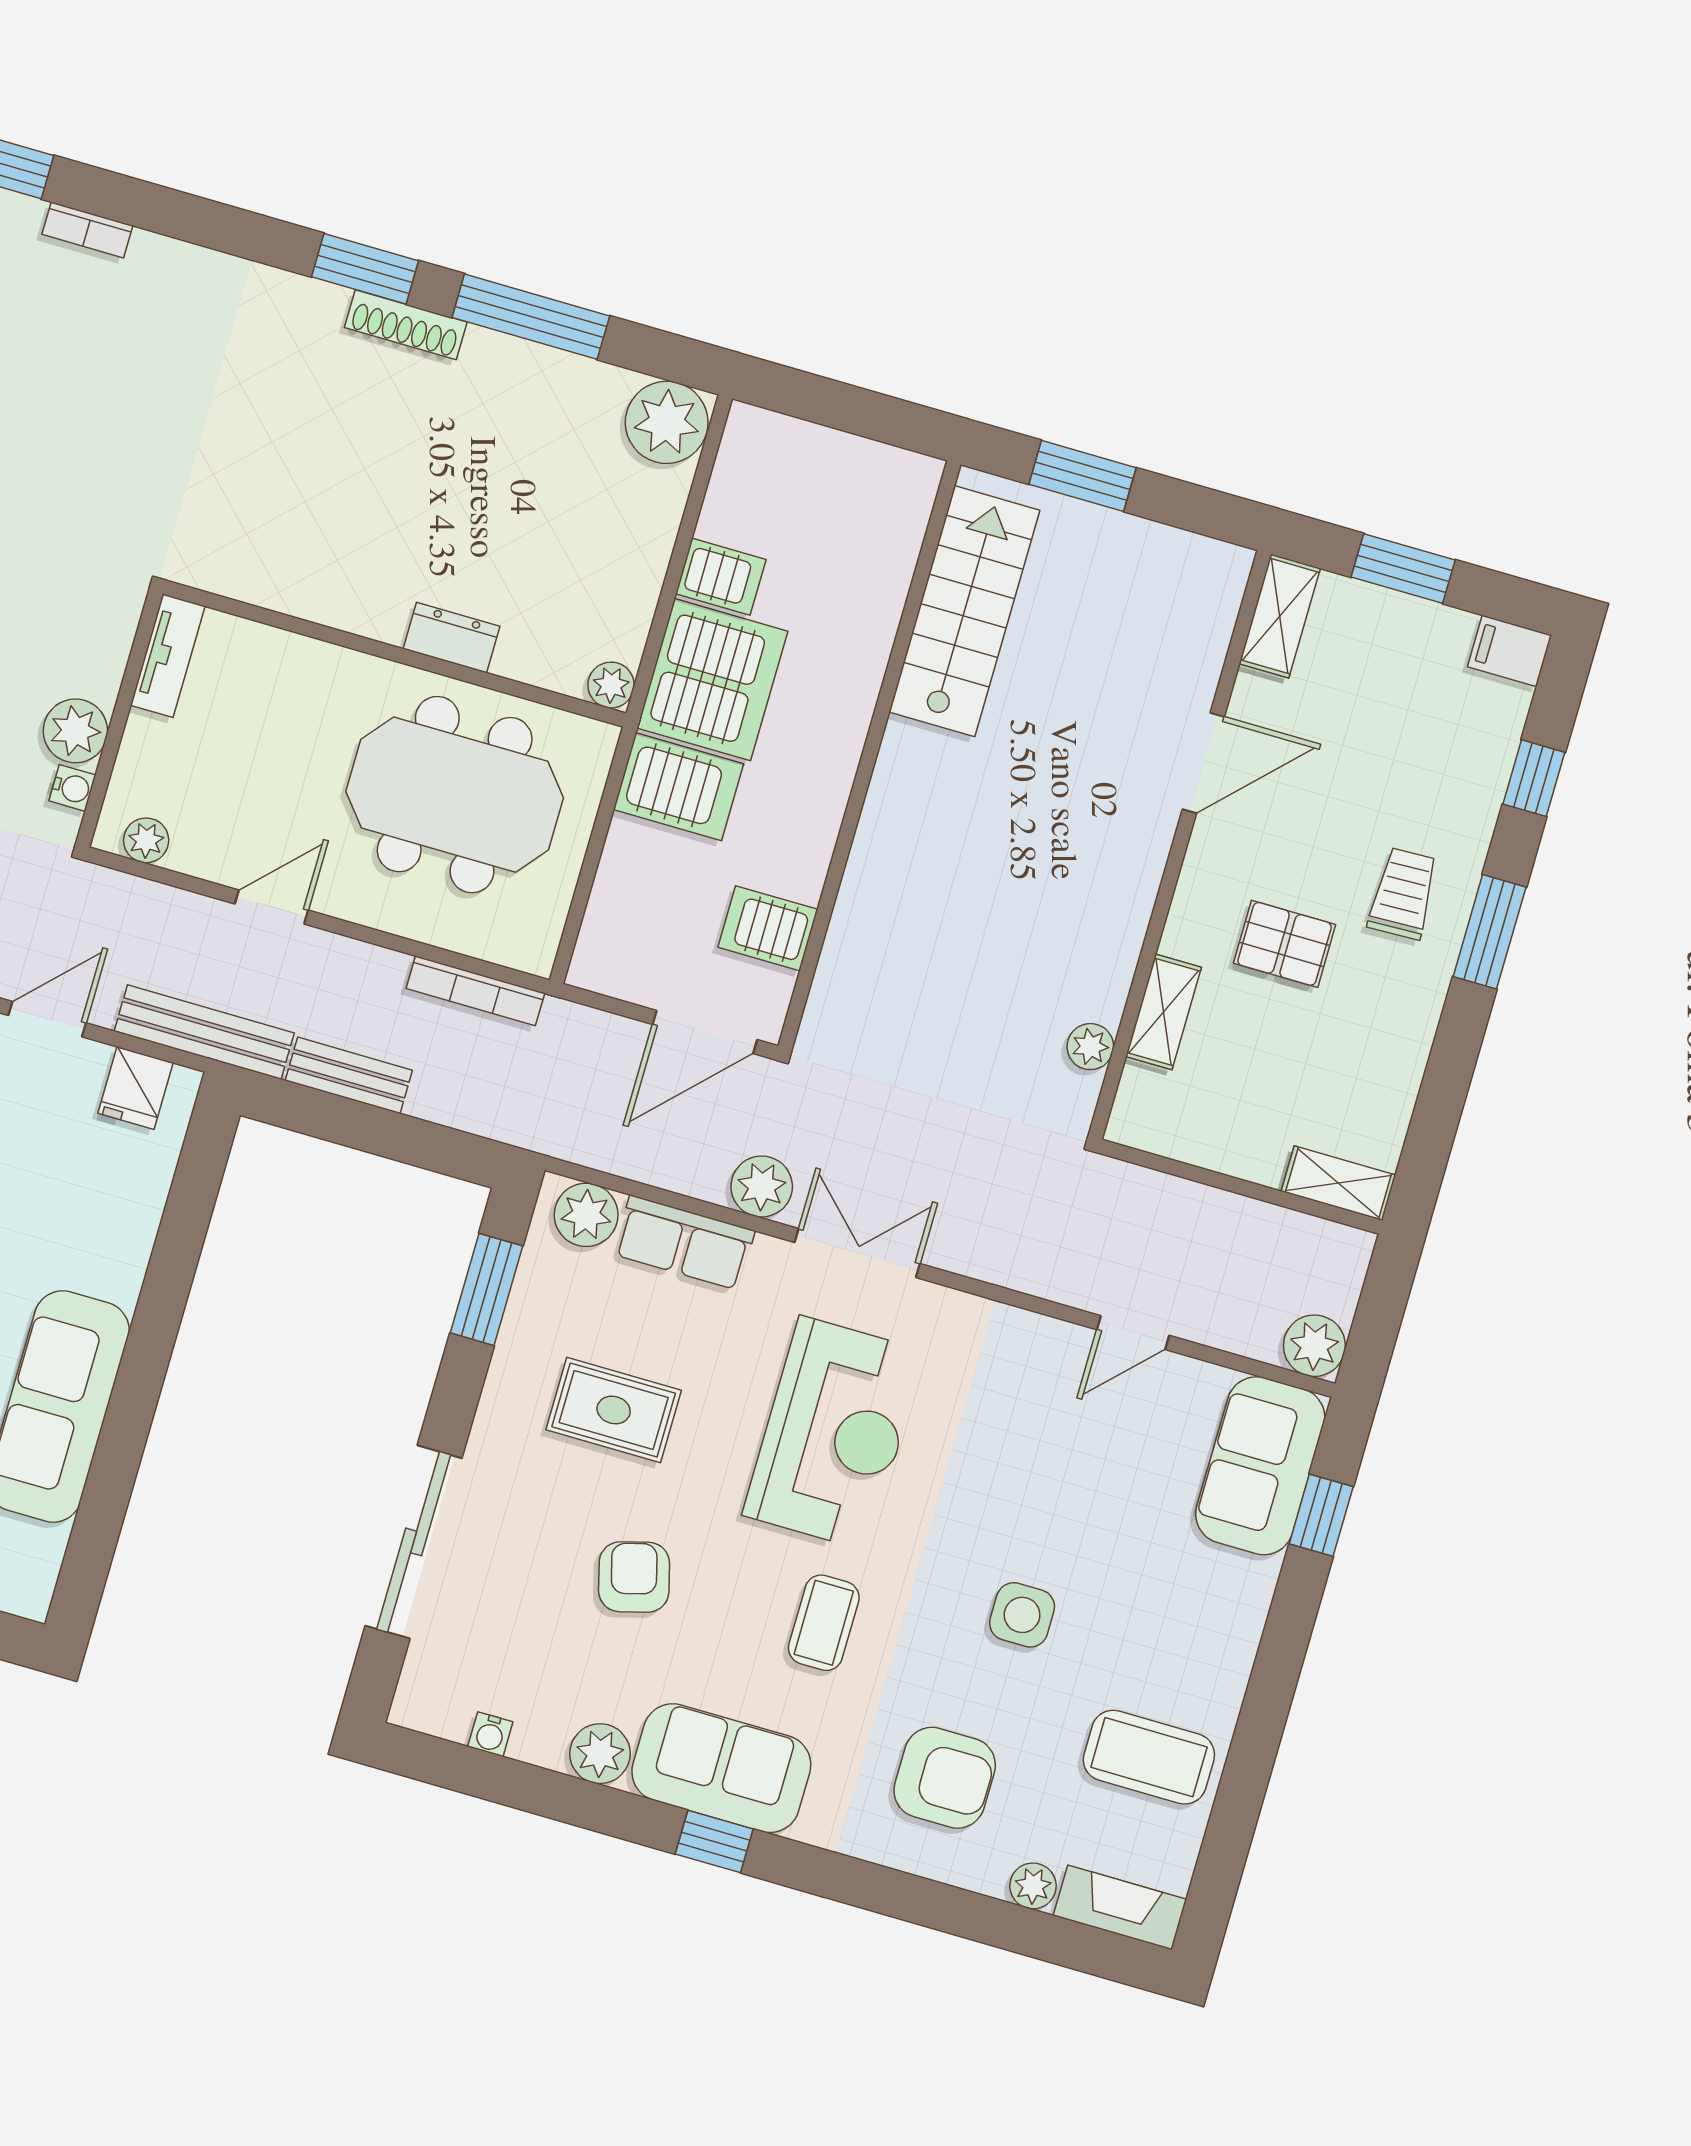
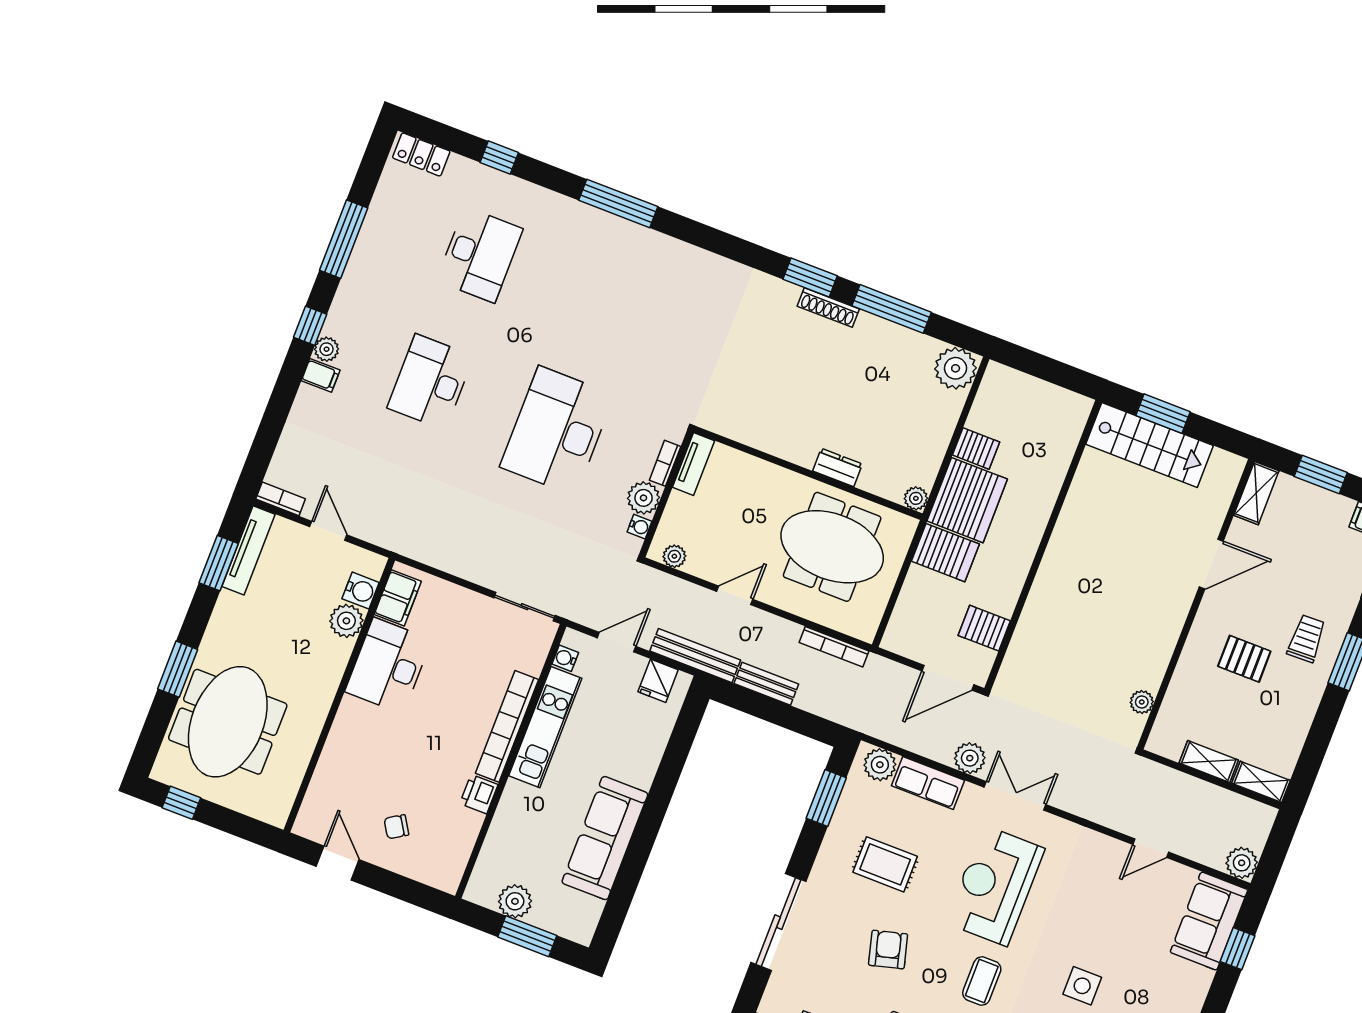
bookcase: (87, 230) -> (665, 463), moved, turned 90
stairs: (964, 611) -> (1150, 445), moved, turned 90
shelving: (1164, 1012) -> (1209, 762), moved, turned 90
reception desk: (834, 1433) -> (995, 886), turned 180

